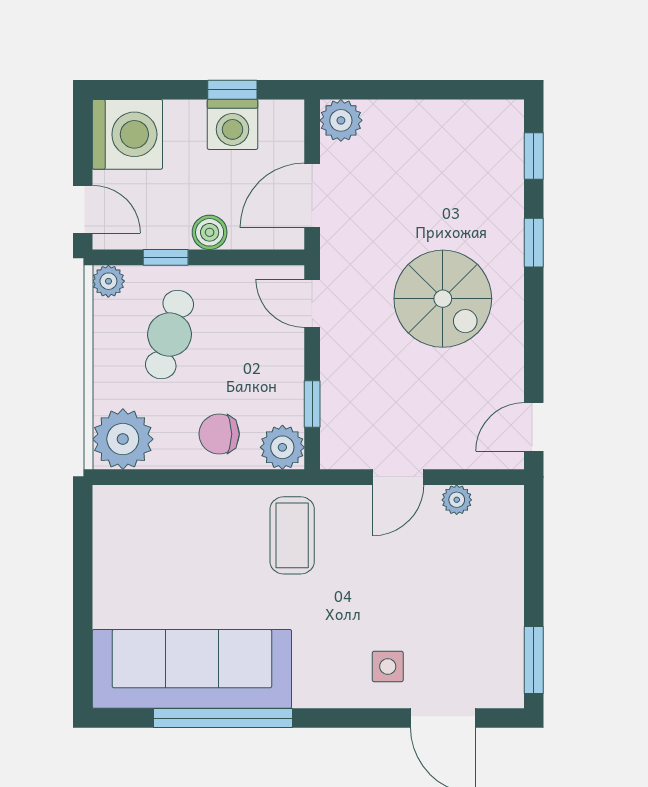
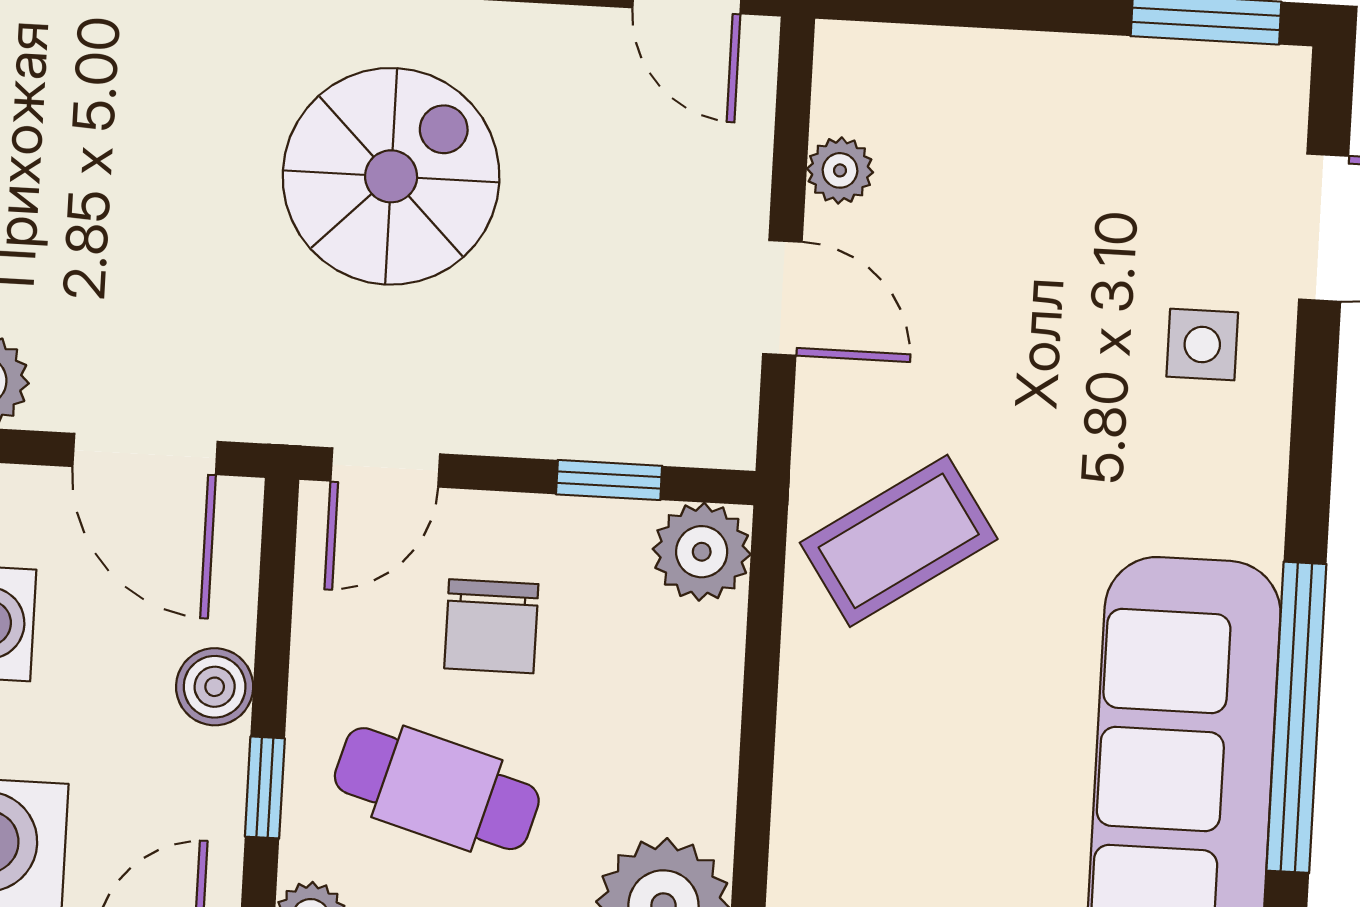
chair: (219, 434) -> (491, 626), moved
coffee table: (292, 535) -> (899, 541), turned -34

